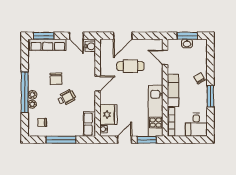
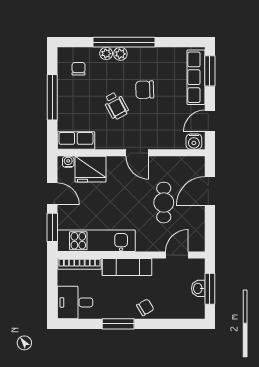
door: (123, 36) -> (210, 191), hinge flipped

